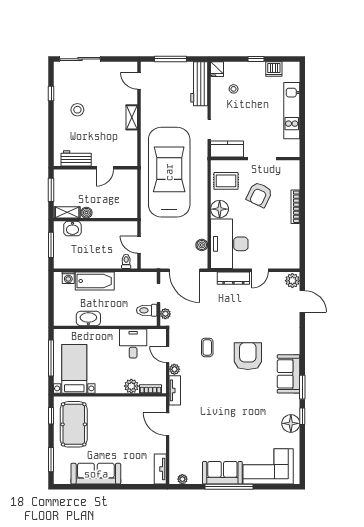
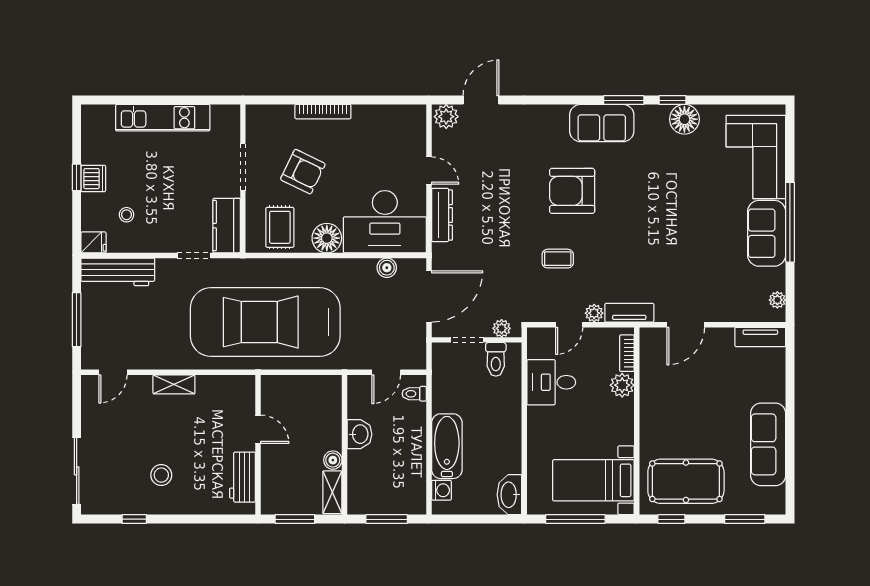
dishwasher: (274, 69) -> (93, 179), moved
washbasin: (72, 229) -> (359, 434), moved
washbasin: (88, 318) -> (509, 495), moved

